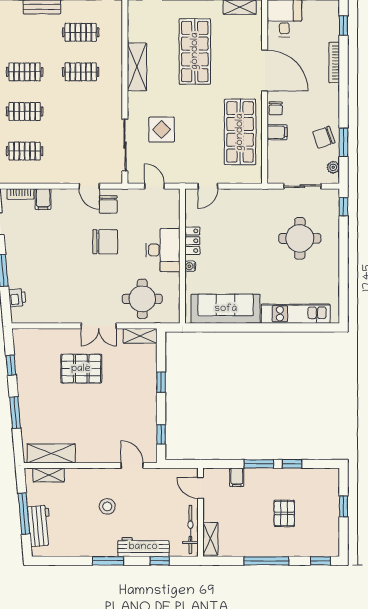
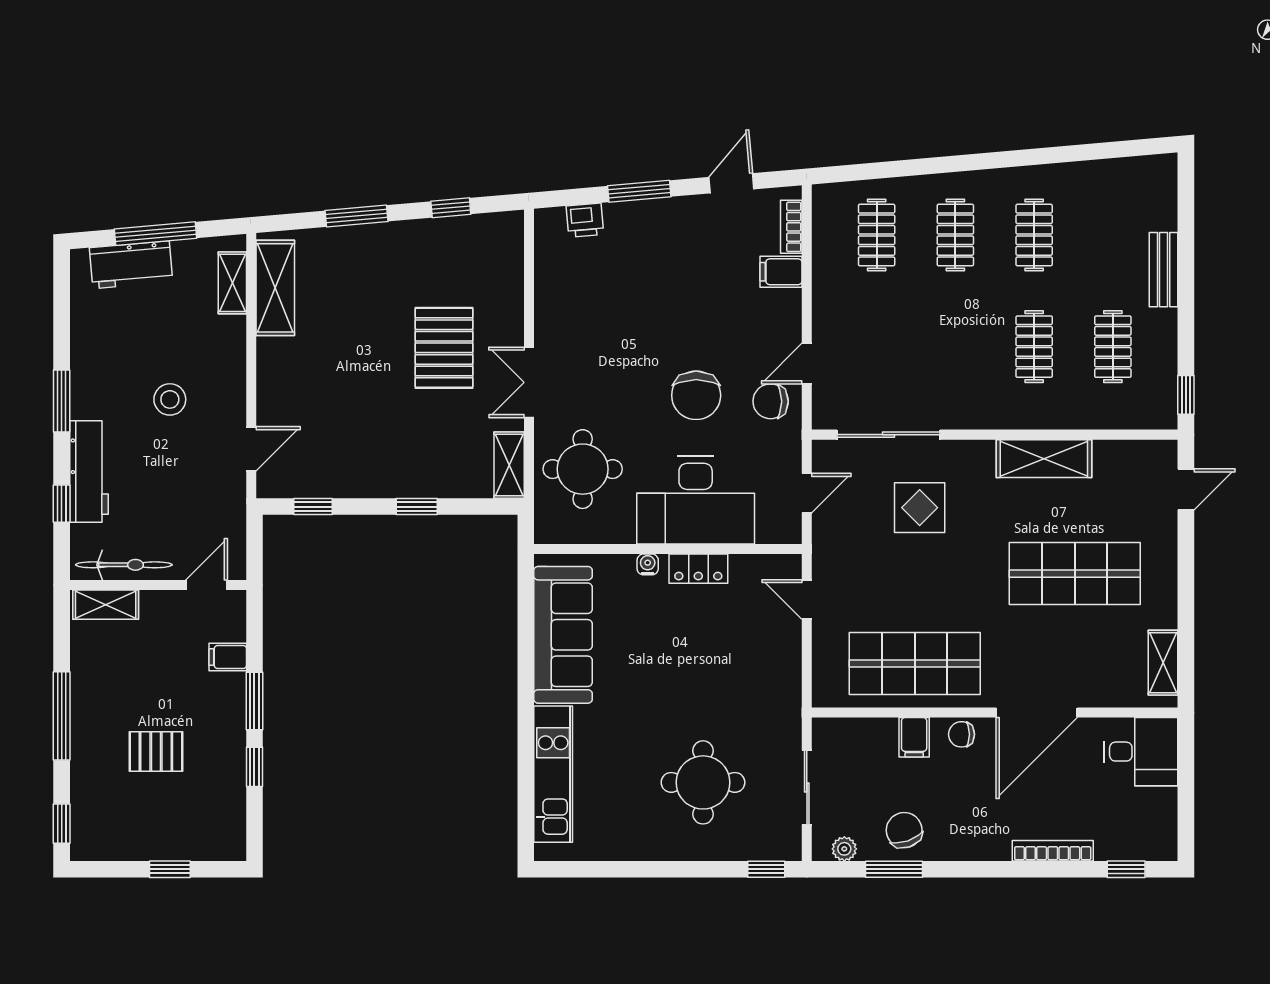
desk: (163, 250) -> (696, 500), width x1.36, depth x1.30

